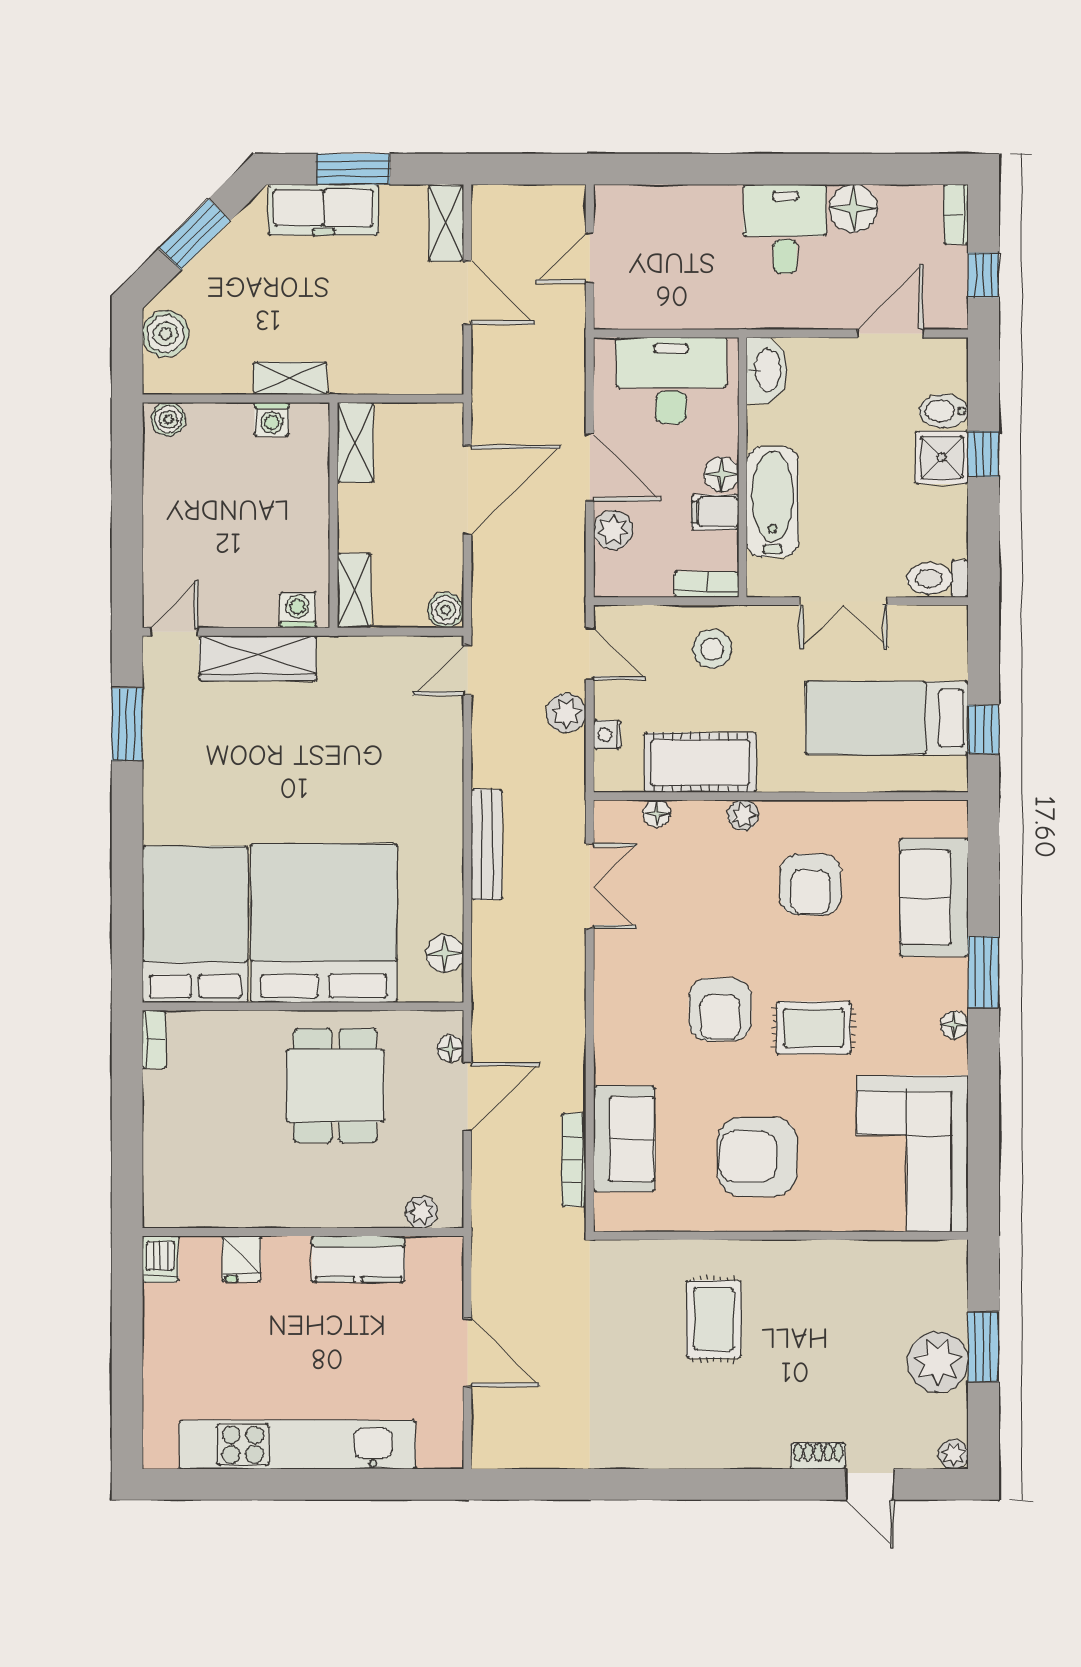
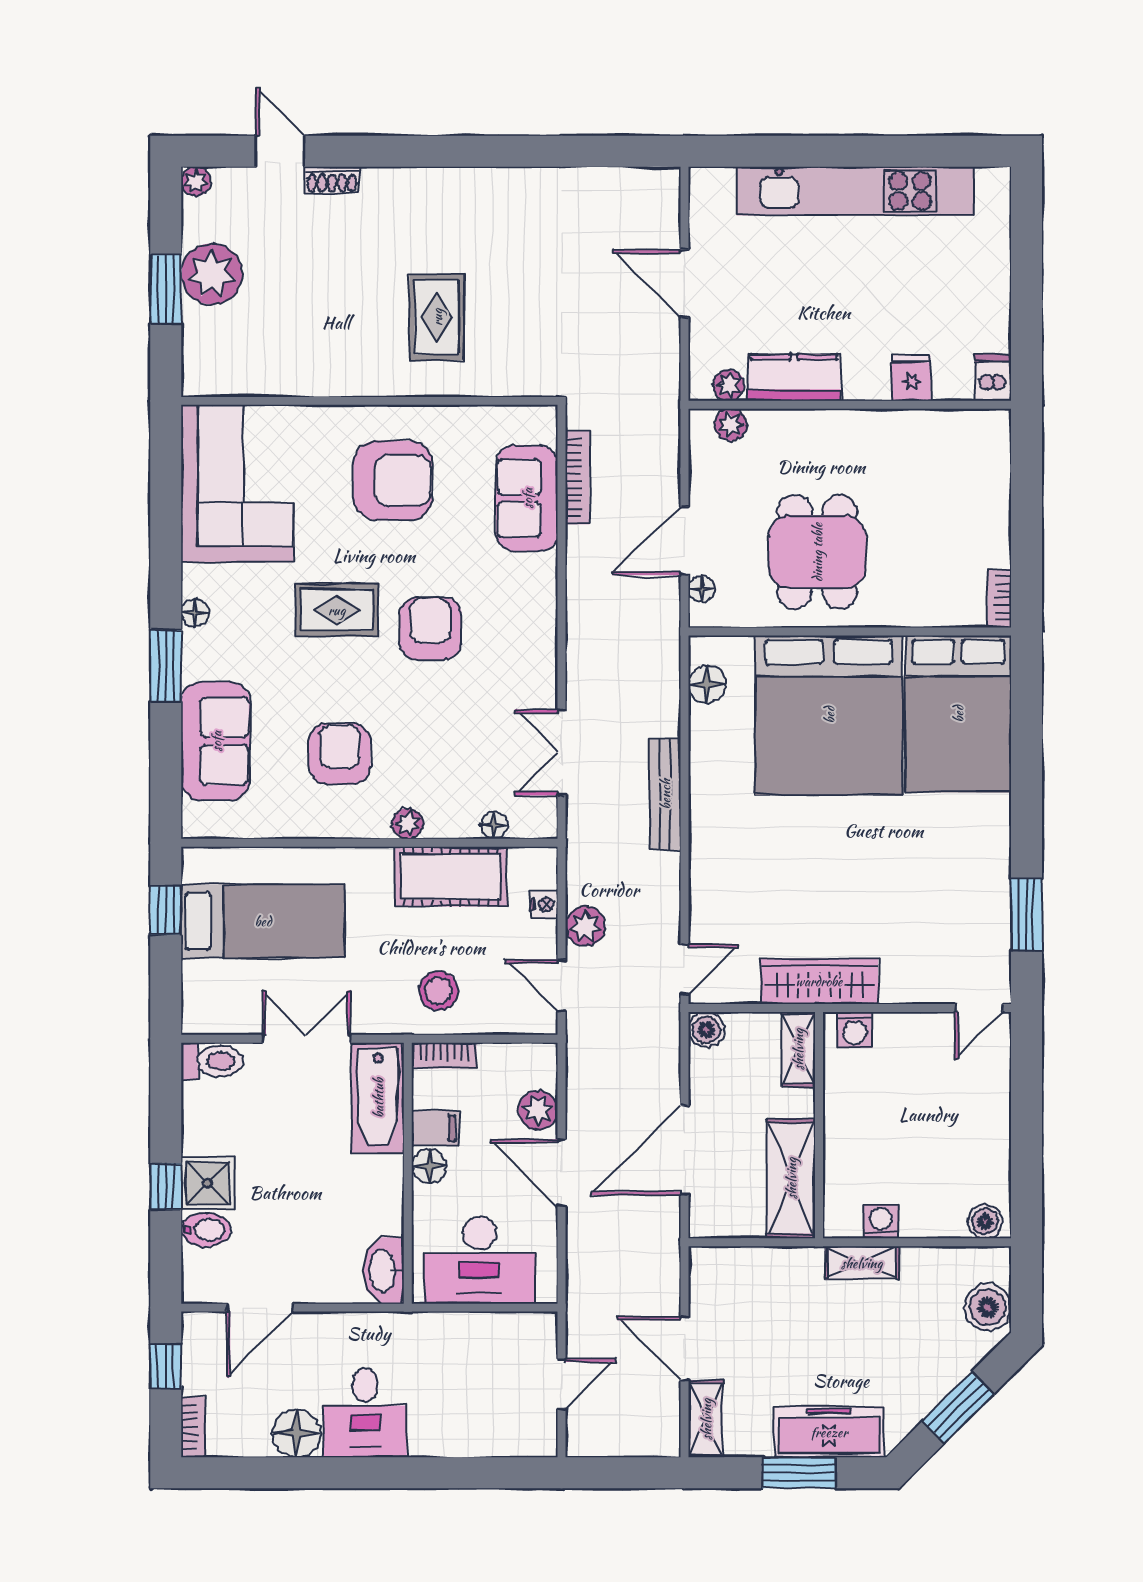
shelving: (355, 442) -> (791, 1178), width x1.50, depth x1.33
bathtub: (772, 502) -> (378, 1098), moved
wardrobe: (258, 658) -> (819, 981), moved
plant: (423, 1251) -> (729, 385), added

